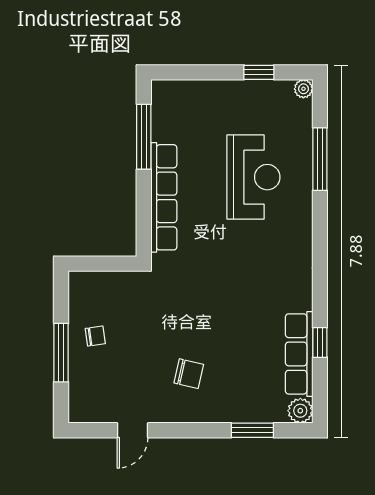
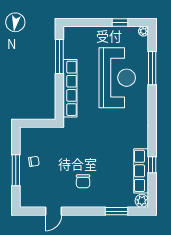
reception desk: (253, 177) -> (117, 78), width x1.36, depth x1.30
chair: (189, 374) -> (83, 181), turned 77

